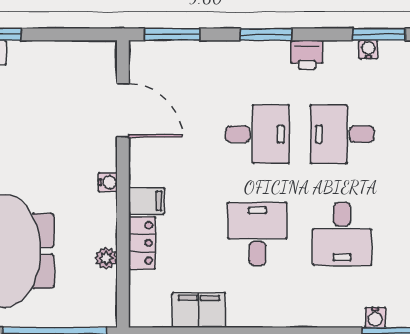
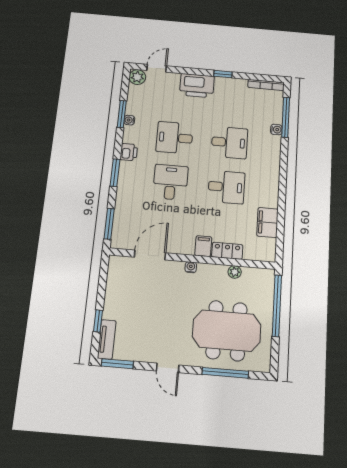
desk: (342, 134) -> (175, 138), turned 90
desk: (257, 234) -> (226, 187), turned 180

